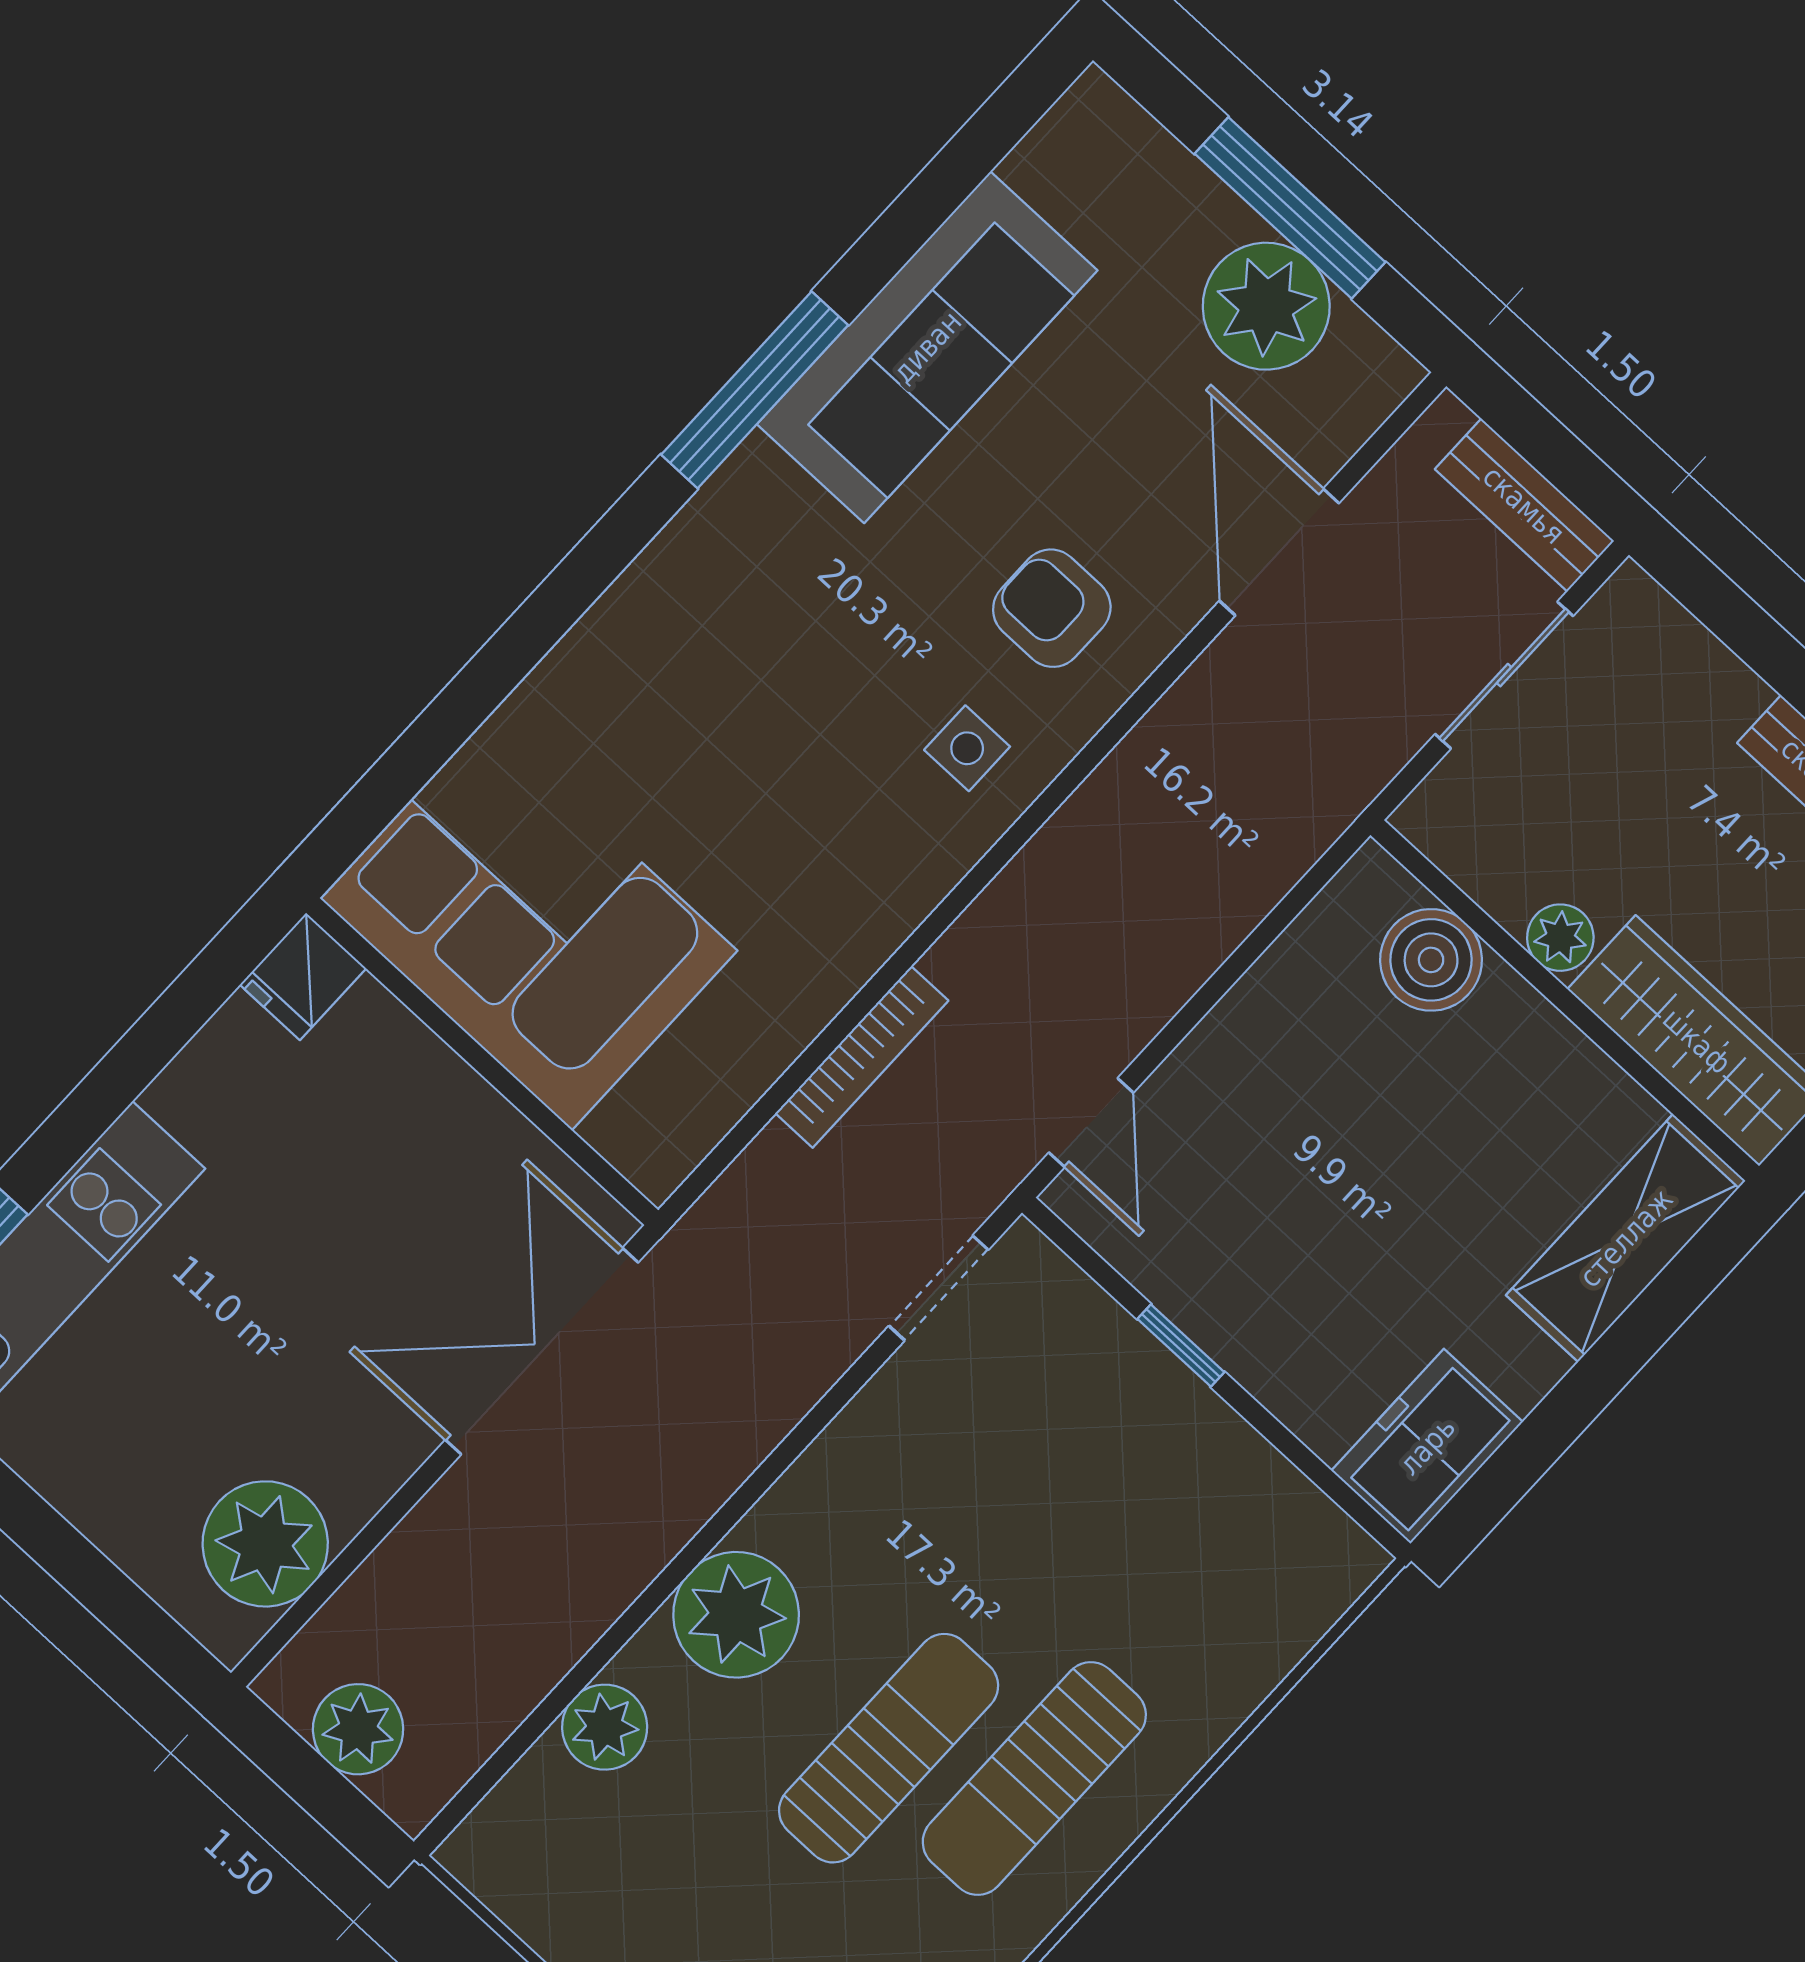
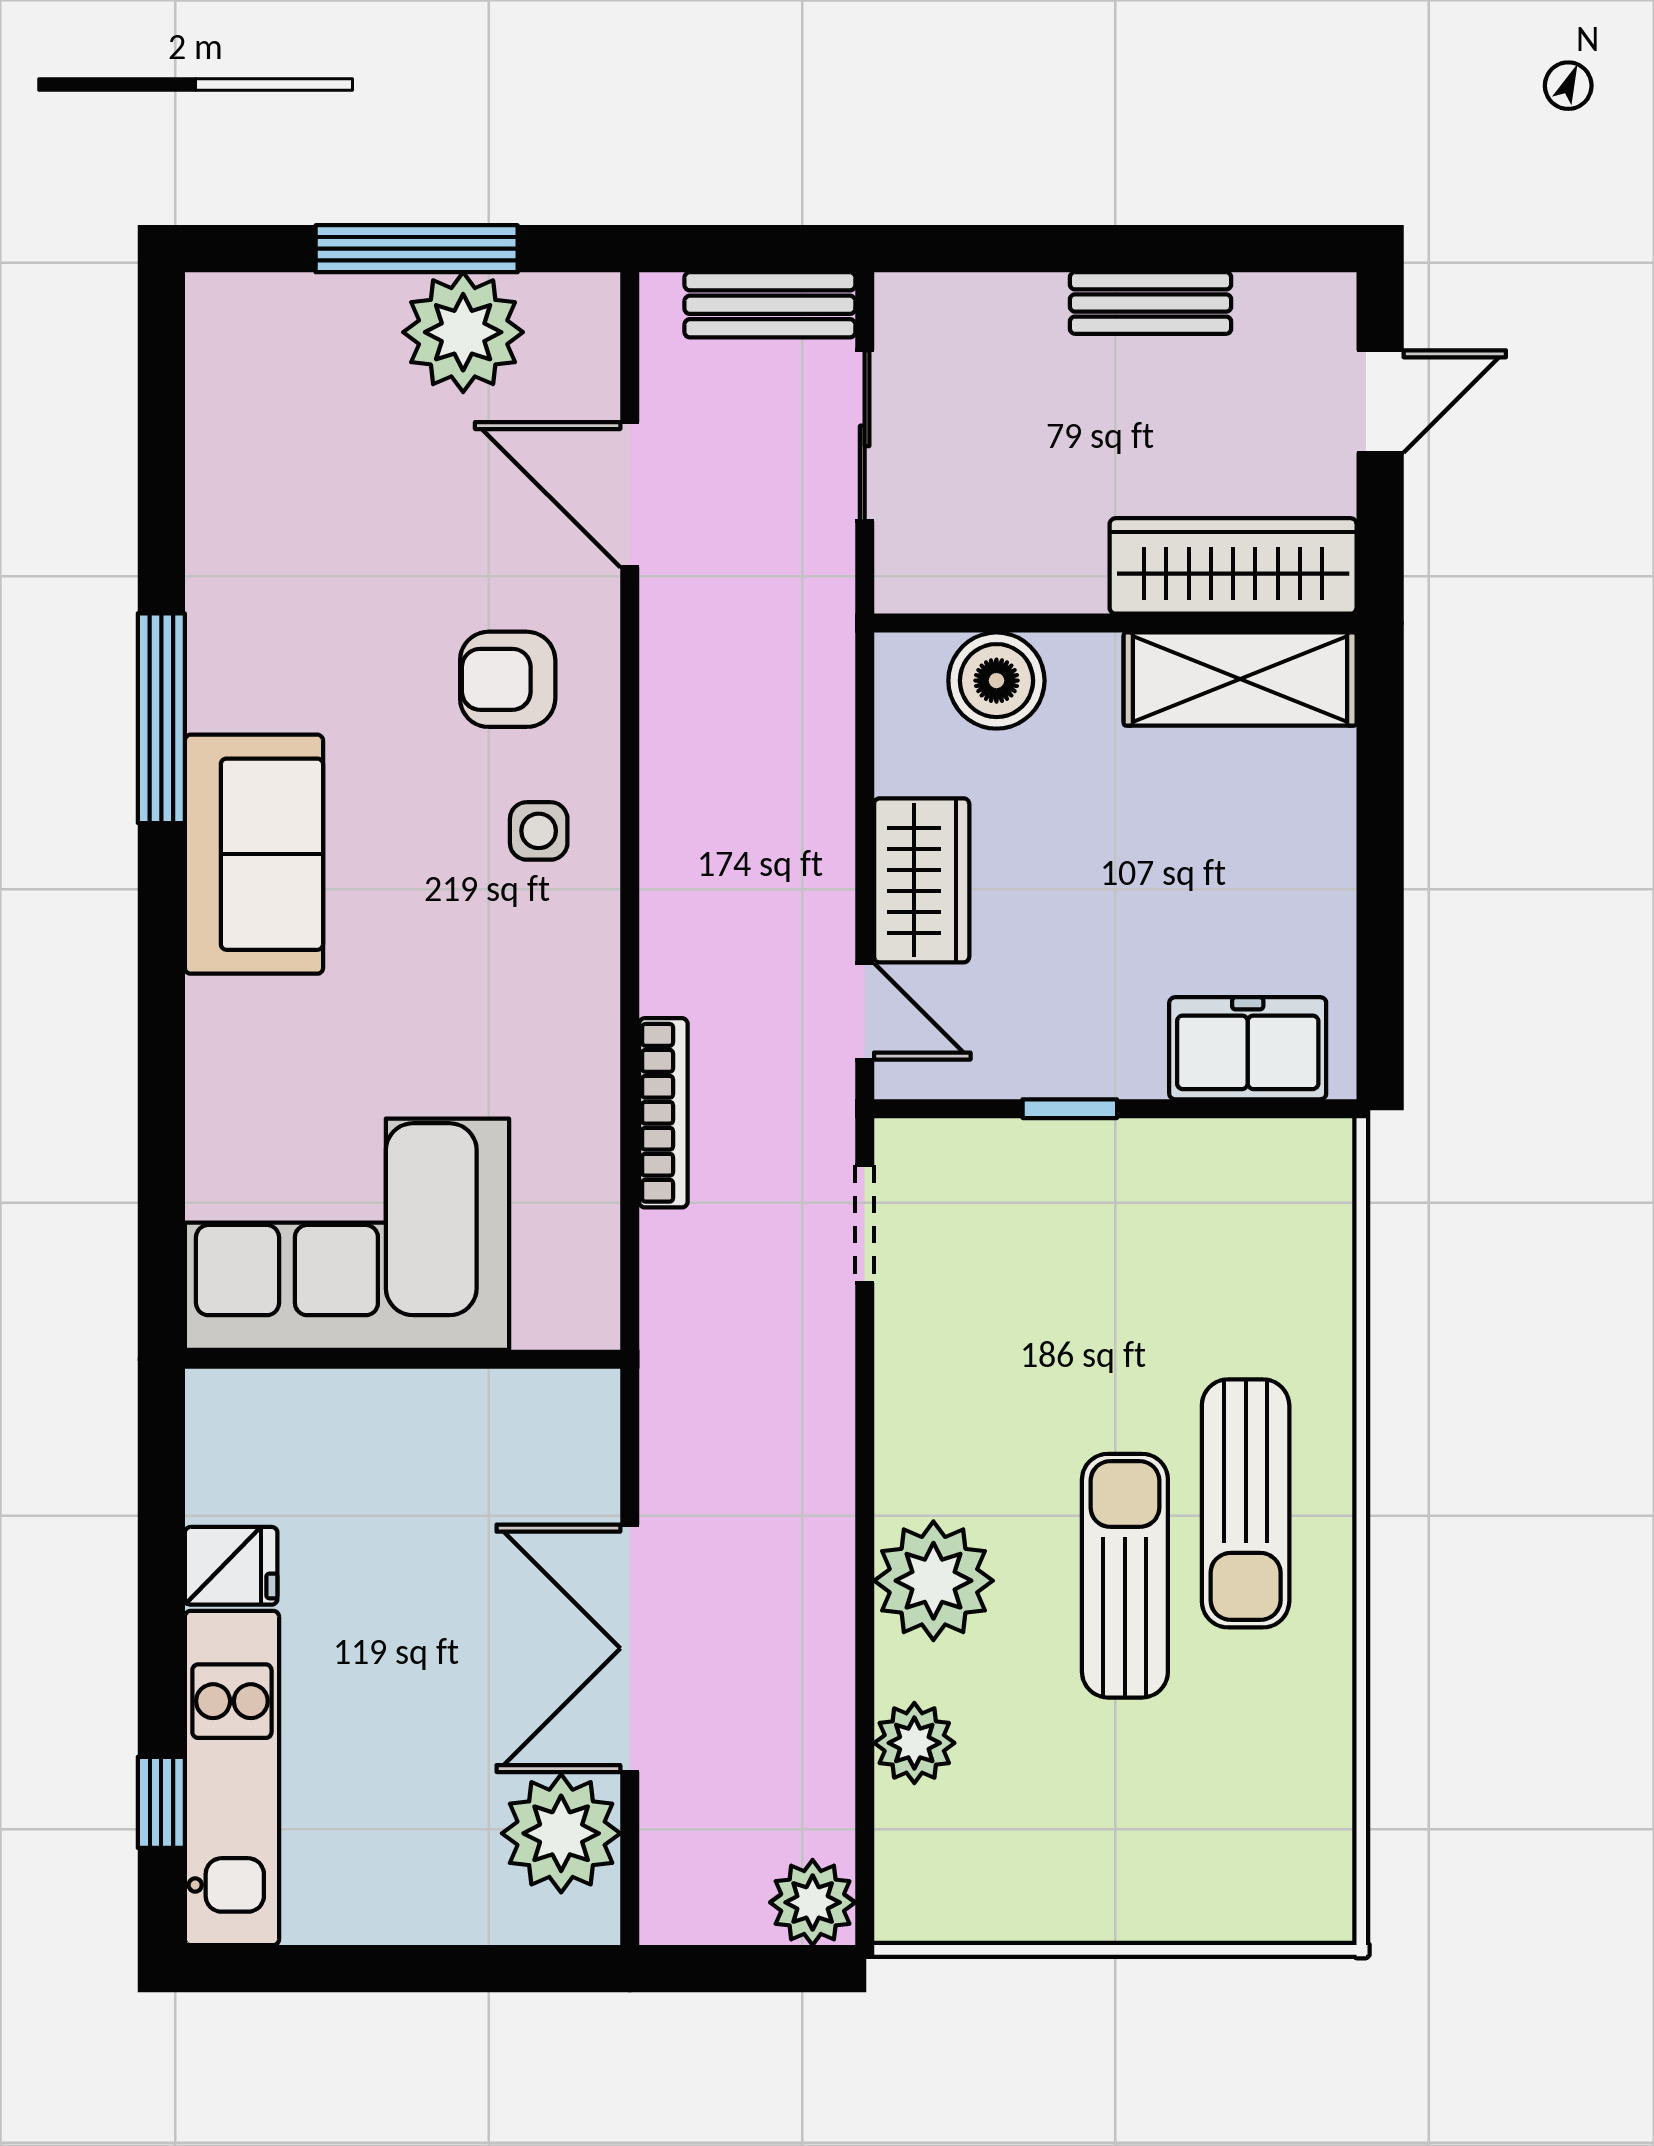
sofa: (927, 347) -> (254, 854), moved, width x0.73
plant: (1560, 938) -> (1072, 582), removed
fridge: (303, 976) -> (231, 1566), moved, turned -90
wardrobe: (1229, 1062) -> (922, 880), added
shelving: (1626, 1238) -> (1240, 679), moved, turned 90
double door: (542, 1351) -> (630, 1648), moved
freezer: (1427, 1446) -> (1248, 1048), moved, turned 90
plant: (358, 1729) -> (813, 1902), moved

